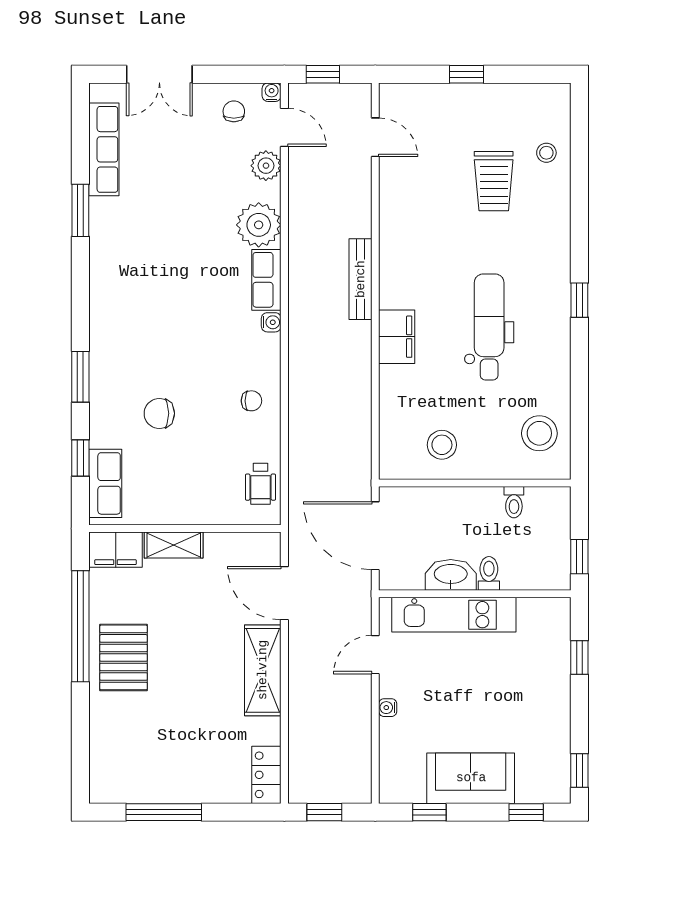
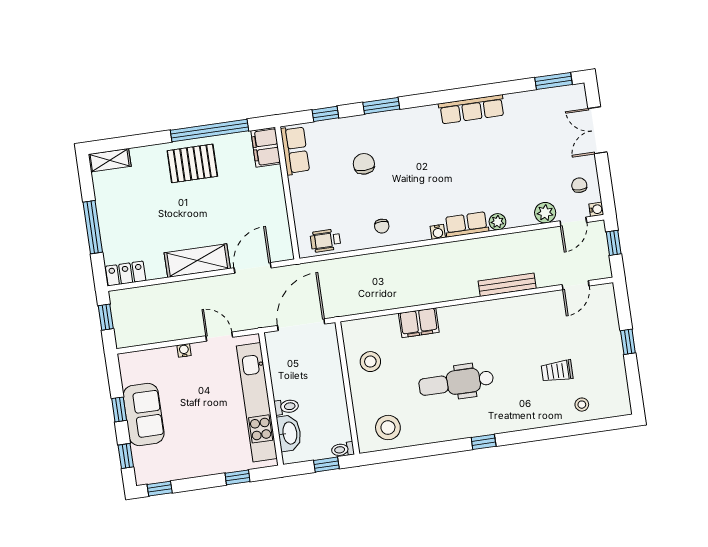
chair: (234, 111) -> (579, 185), turned -90
row of seats: (104, 149) -> (472, 109), moved
trolley: (494, 181) -> (557, 371), width x0.73, depth x0.72
window: (80, 210) -> (554, 81), moved
plant: (259, 225) -> (497, 222), width x0.53, depth x0.53
bench: (361, 279) -> (507, 285), moved
dental chair: (489, 327) -> (456, 382), turned 180
filing cabinet: (397, 337) -> (419, 323), moved
row of seats: (105, 483) -> (295, 150), moved, turned -90
toilet: (514, 502) -> (343, 449), moved
shelving: (174, 545) -> (110, 160), moved, turned 90
window: (579, 557) -> (326, 465), moved
washbasin: (451, 575) -> (289, 433), moved
kitchen unit: (454, 615) -> (257, 402), width x1.36
window: (164, 812) -> (93, 227), moved
window: (429, 812) -> (119, 409), moved

